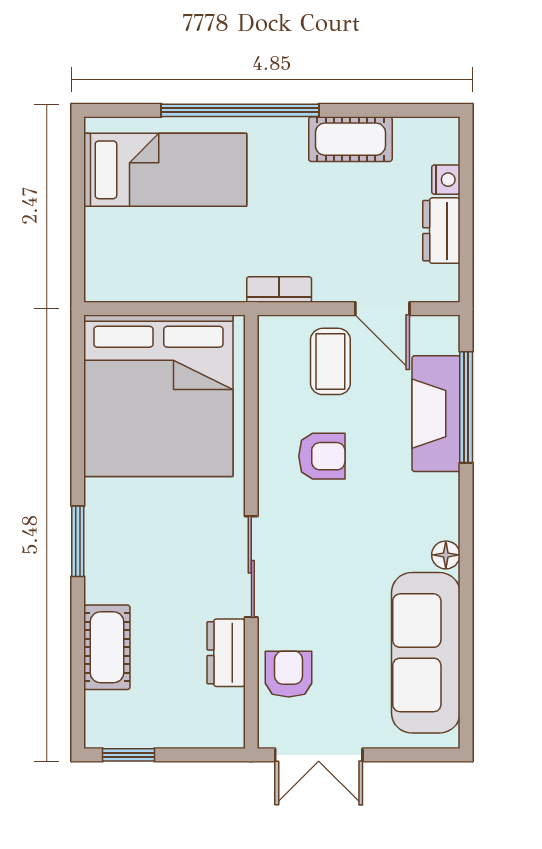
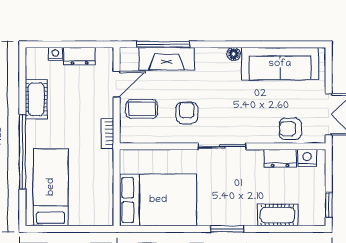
bed: (158, 396) -> (158, 200), width x0.73
sliding door: (251, 567) -> (222, 146), moved
nightstand: (227, 709) -> (307, 158), added

